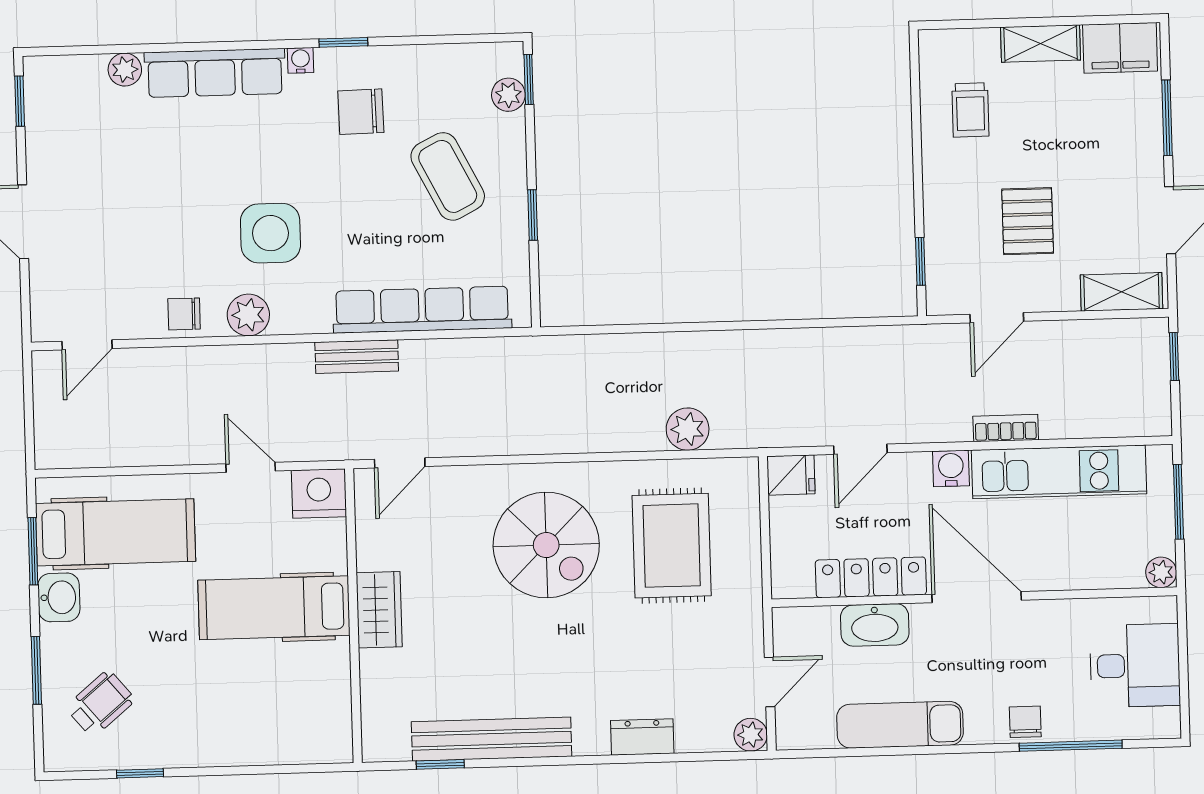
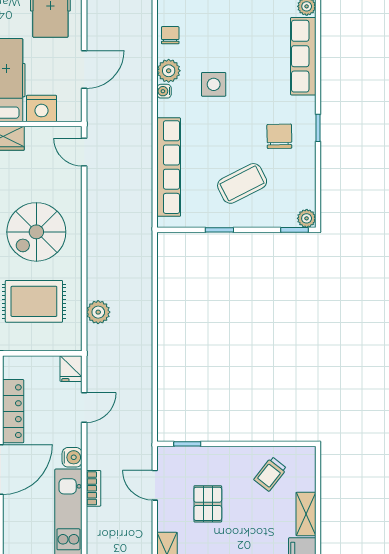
water cooler: (301, 60) -> (164, 91), moved, turned 180
plant: (508, 95) -> (307, 218), moved
trolley: (970, 110) -> (270, 474), turned -52
pallet: (1028, 221) -> (208, 504), turned 90
side table: (270, 233) -> (214, 84), width x0.73, depth x0.73
bench: (357, 357) -> (144, 130), removed
door: (860, 449) -> (84, 408), swing flipped
door: (251, 467) -> (84, 69), width x1.38
nightstand: (319, 493) -> (41, 108), moved, turned 90

